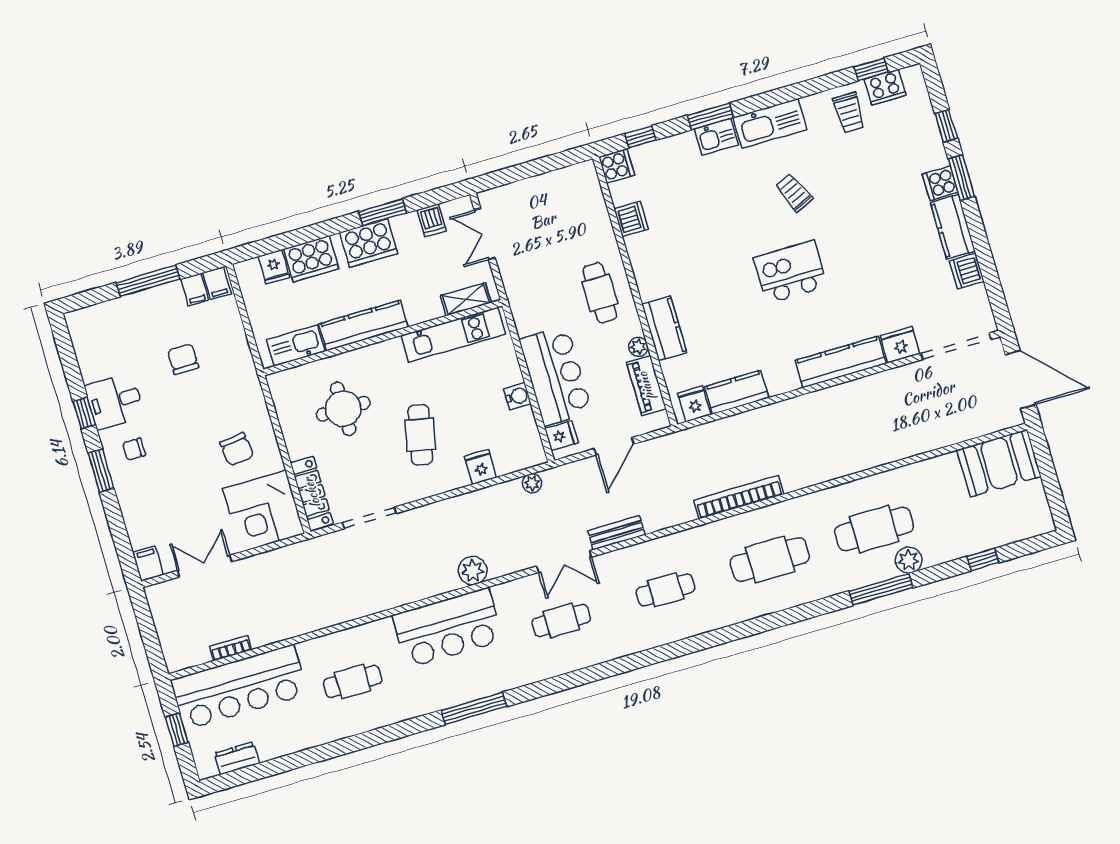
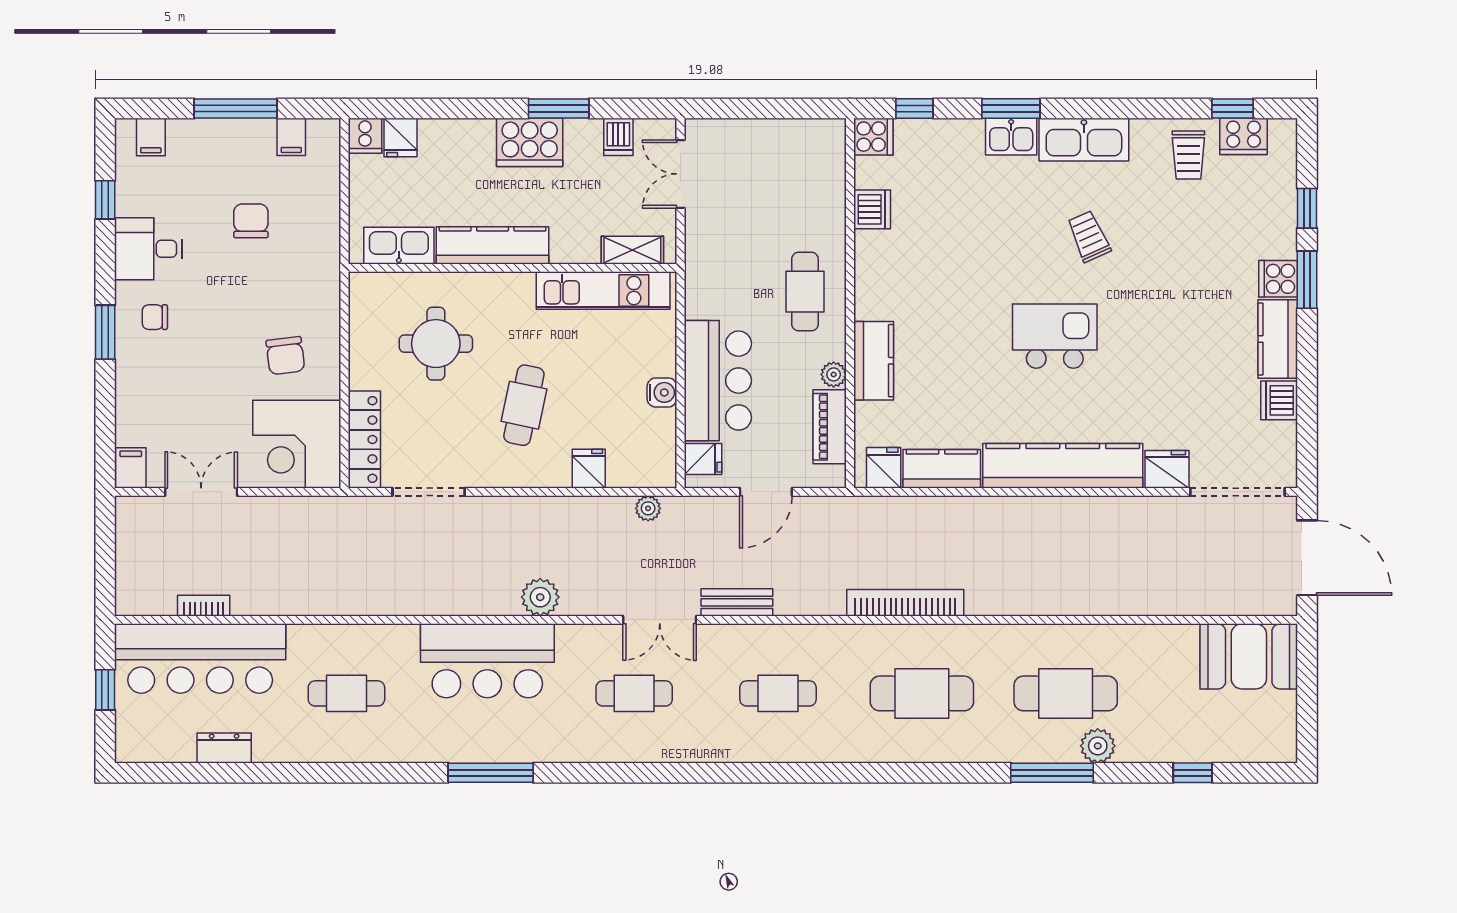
cooker: (311, 259) -> (365, 136), moved, width x0.53, depth x0.76
filing cabinet: (217, 283) -> (151, 137), moved
kitchen counter: (841, 362) -> (1063, 466), width x1.39, depth x1.17
window: (84, 413) -> (105, 200), moved
dresser: (237, 758) -> (224, 748), moved

